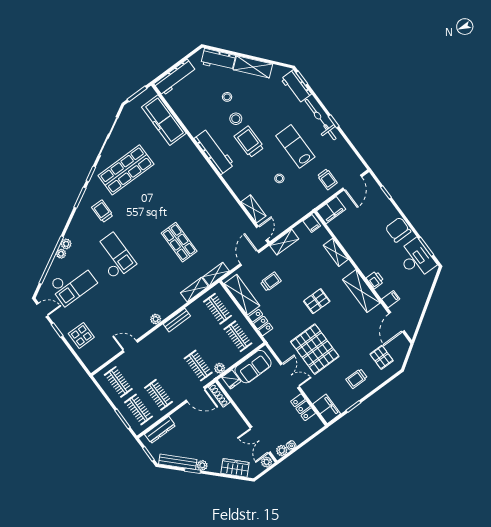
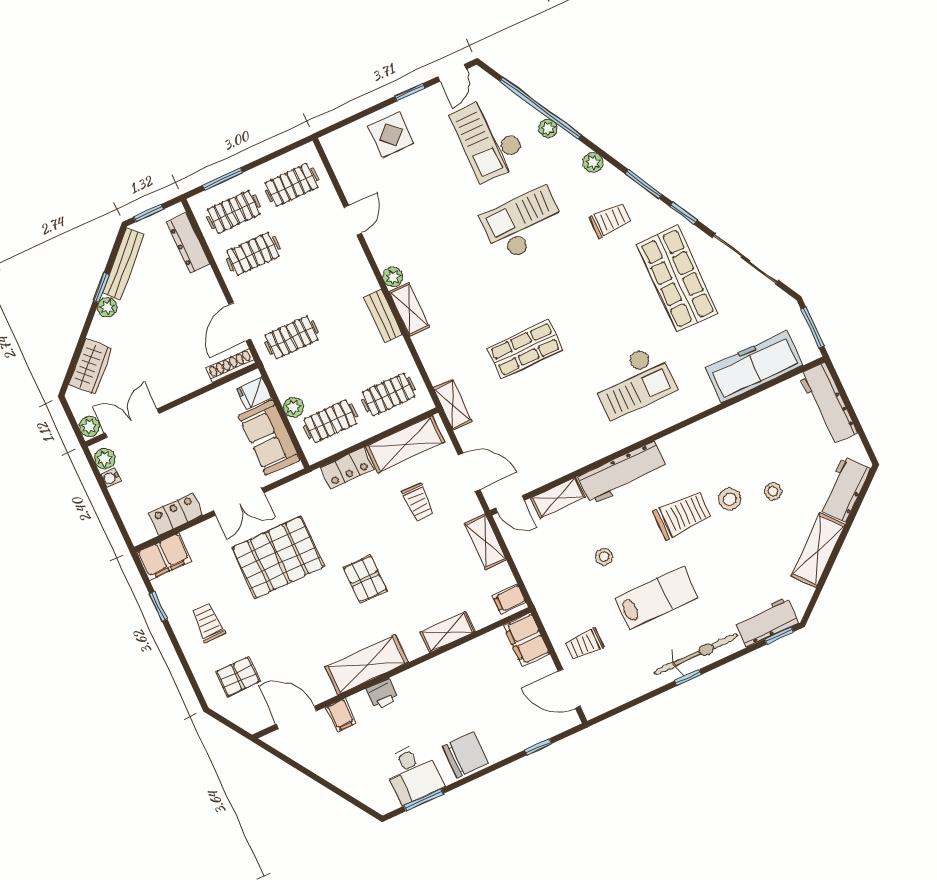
workbench: (214, 152) -> (623, 473), moved
checkout: (185, 182) -> (633, 382), added
plant: (66, 244) -> (593, 163), moved
checkout: (114, 256) -> (524, 224), turned 180
desk: (416, 259) -> (413, 773), width x0.73
shelving: (194, 290) -> (409, 309), moved
plant: (220, 368) -> (293, 407), moved

